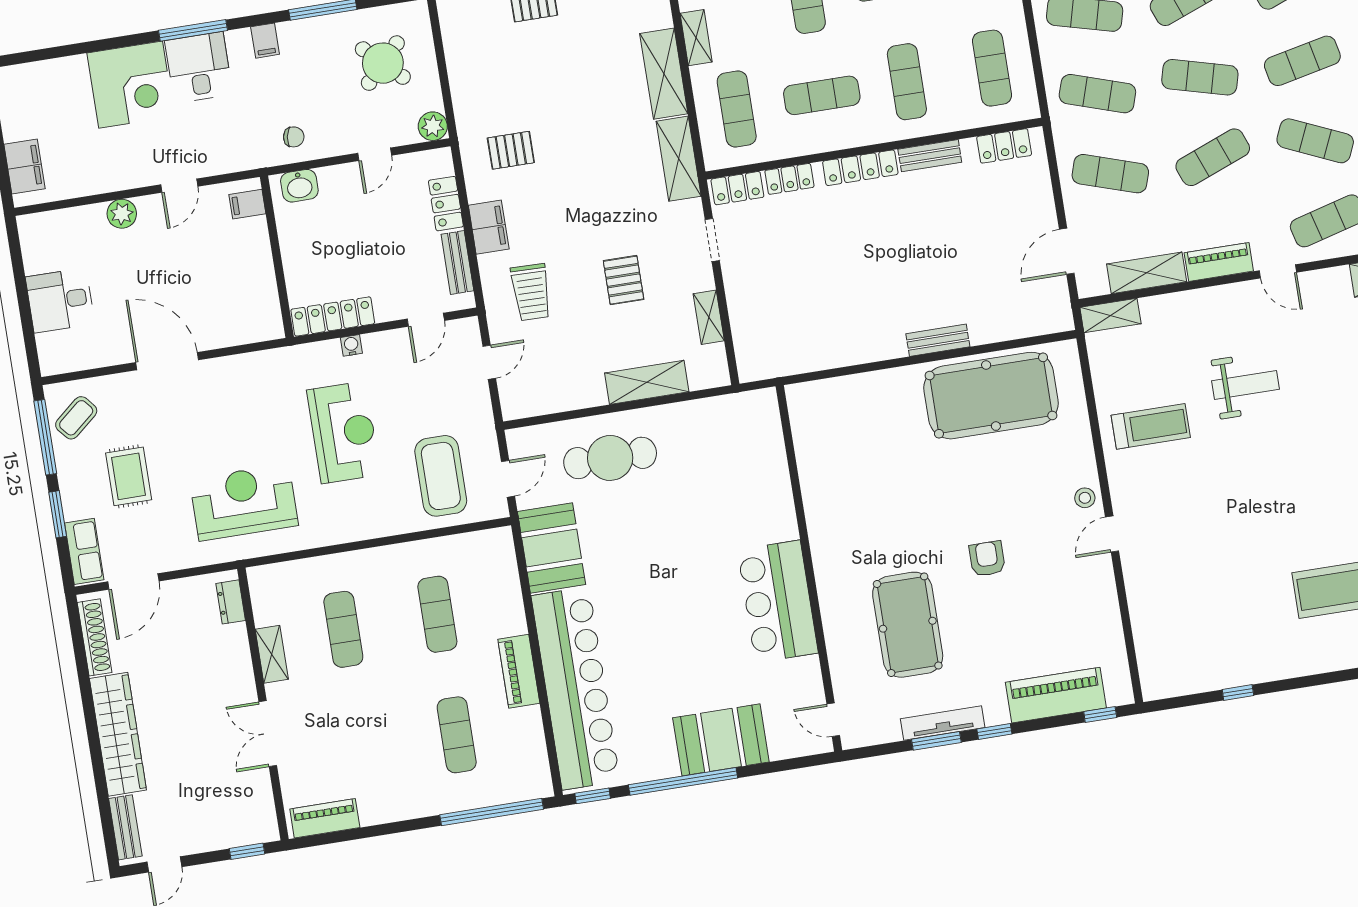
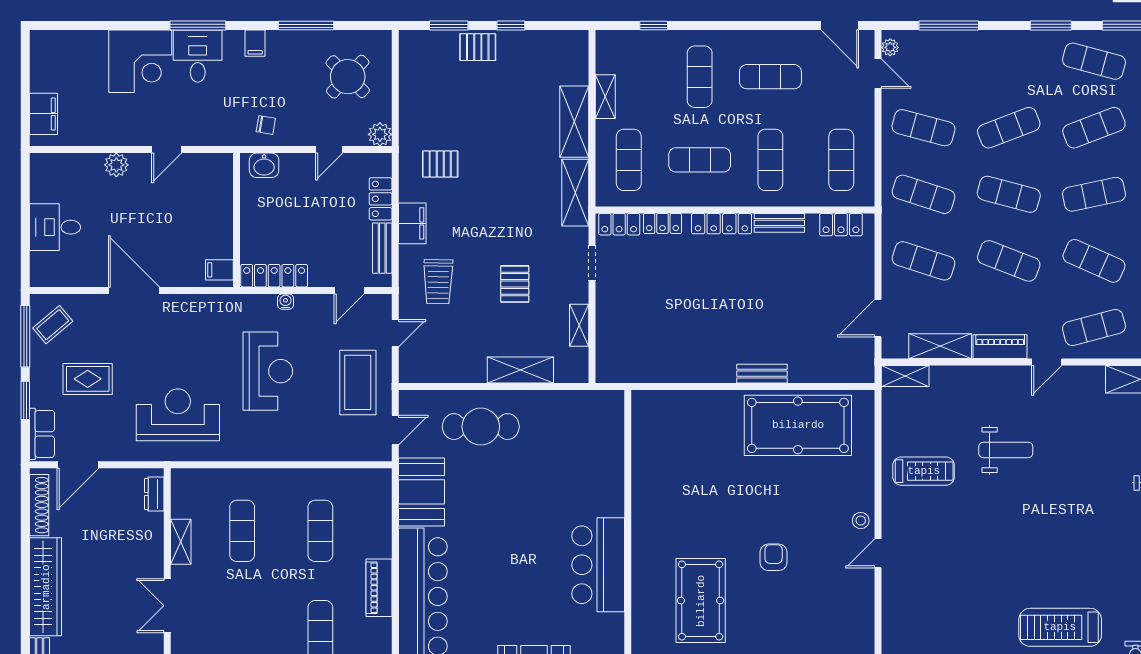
exercise mat: (1213, 157) -> (1009, 261), turned 42
filing cabinet: (247, 204) -> (219, 270), moved
door: (1278, 271) -> (1047, 362), hinge flipped
rug: (129, 476) -> (88, 379), turned 90
coffee table: (441, 476) -> (358, 382), moved

